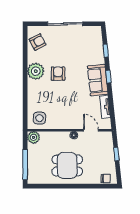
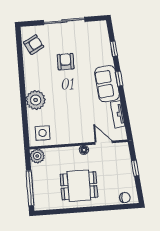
plant: (36, 71) -> (36, 100), moved
armchair: (58, 74) -> (66, 62), moved

